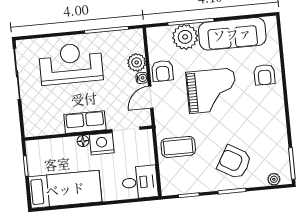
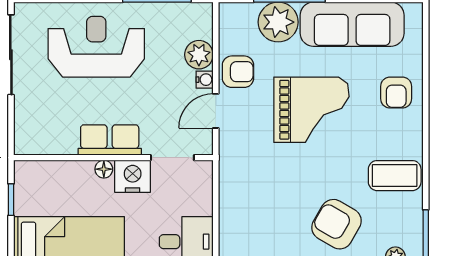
armchair: (163, 71) -> (238, 72), turned -90
coffee table: (178, 147) -> (395, 176), moved

